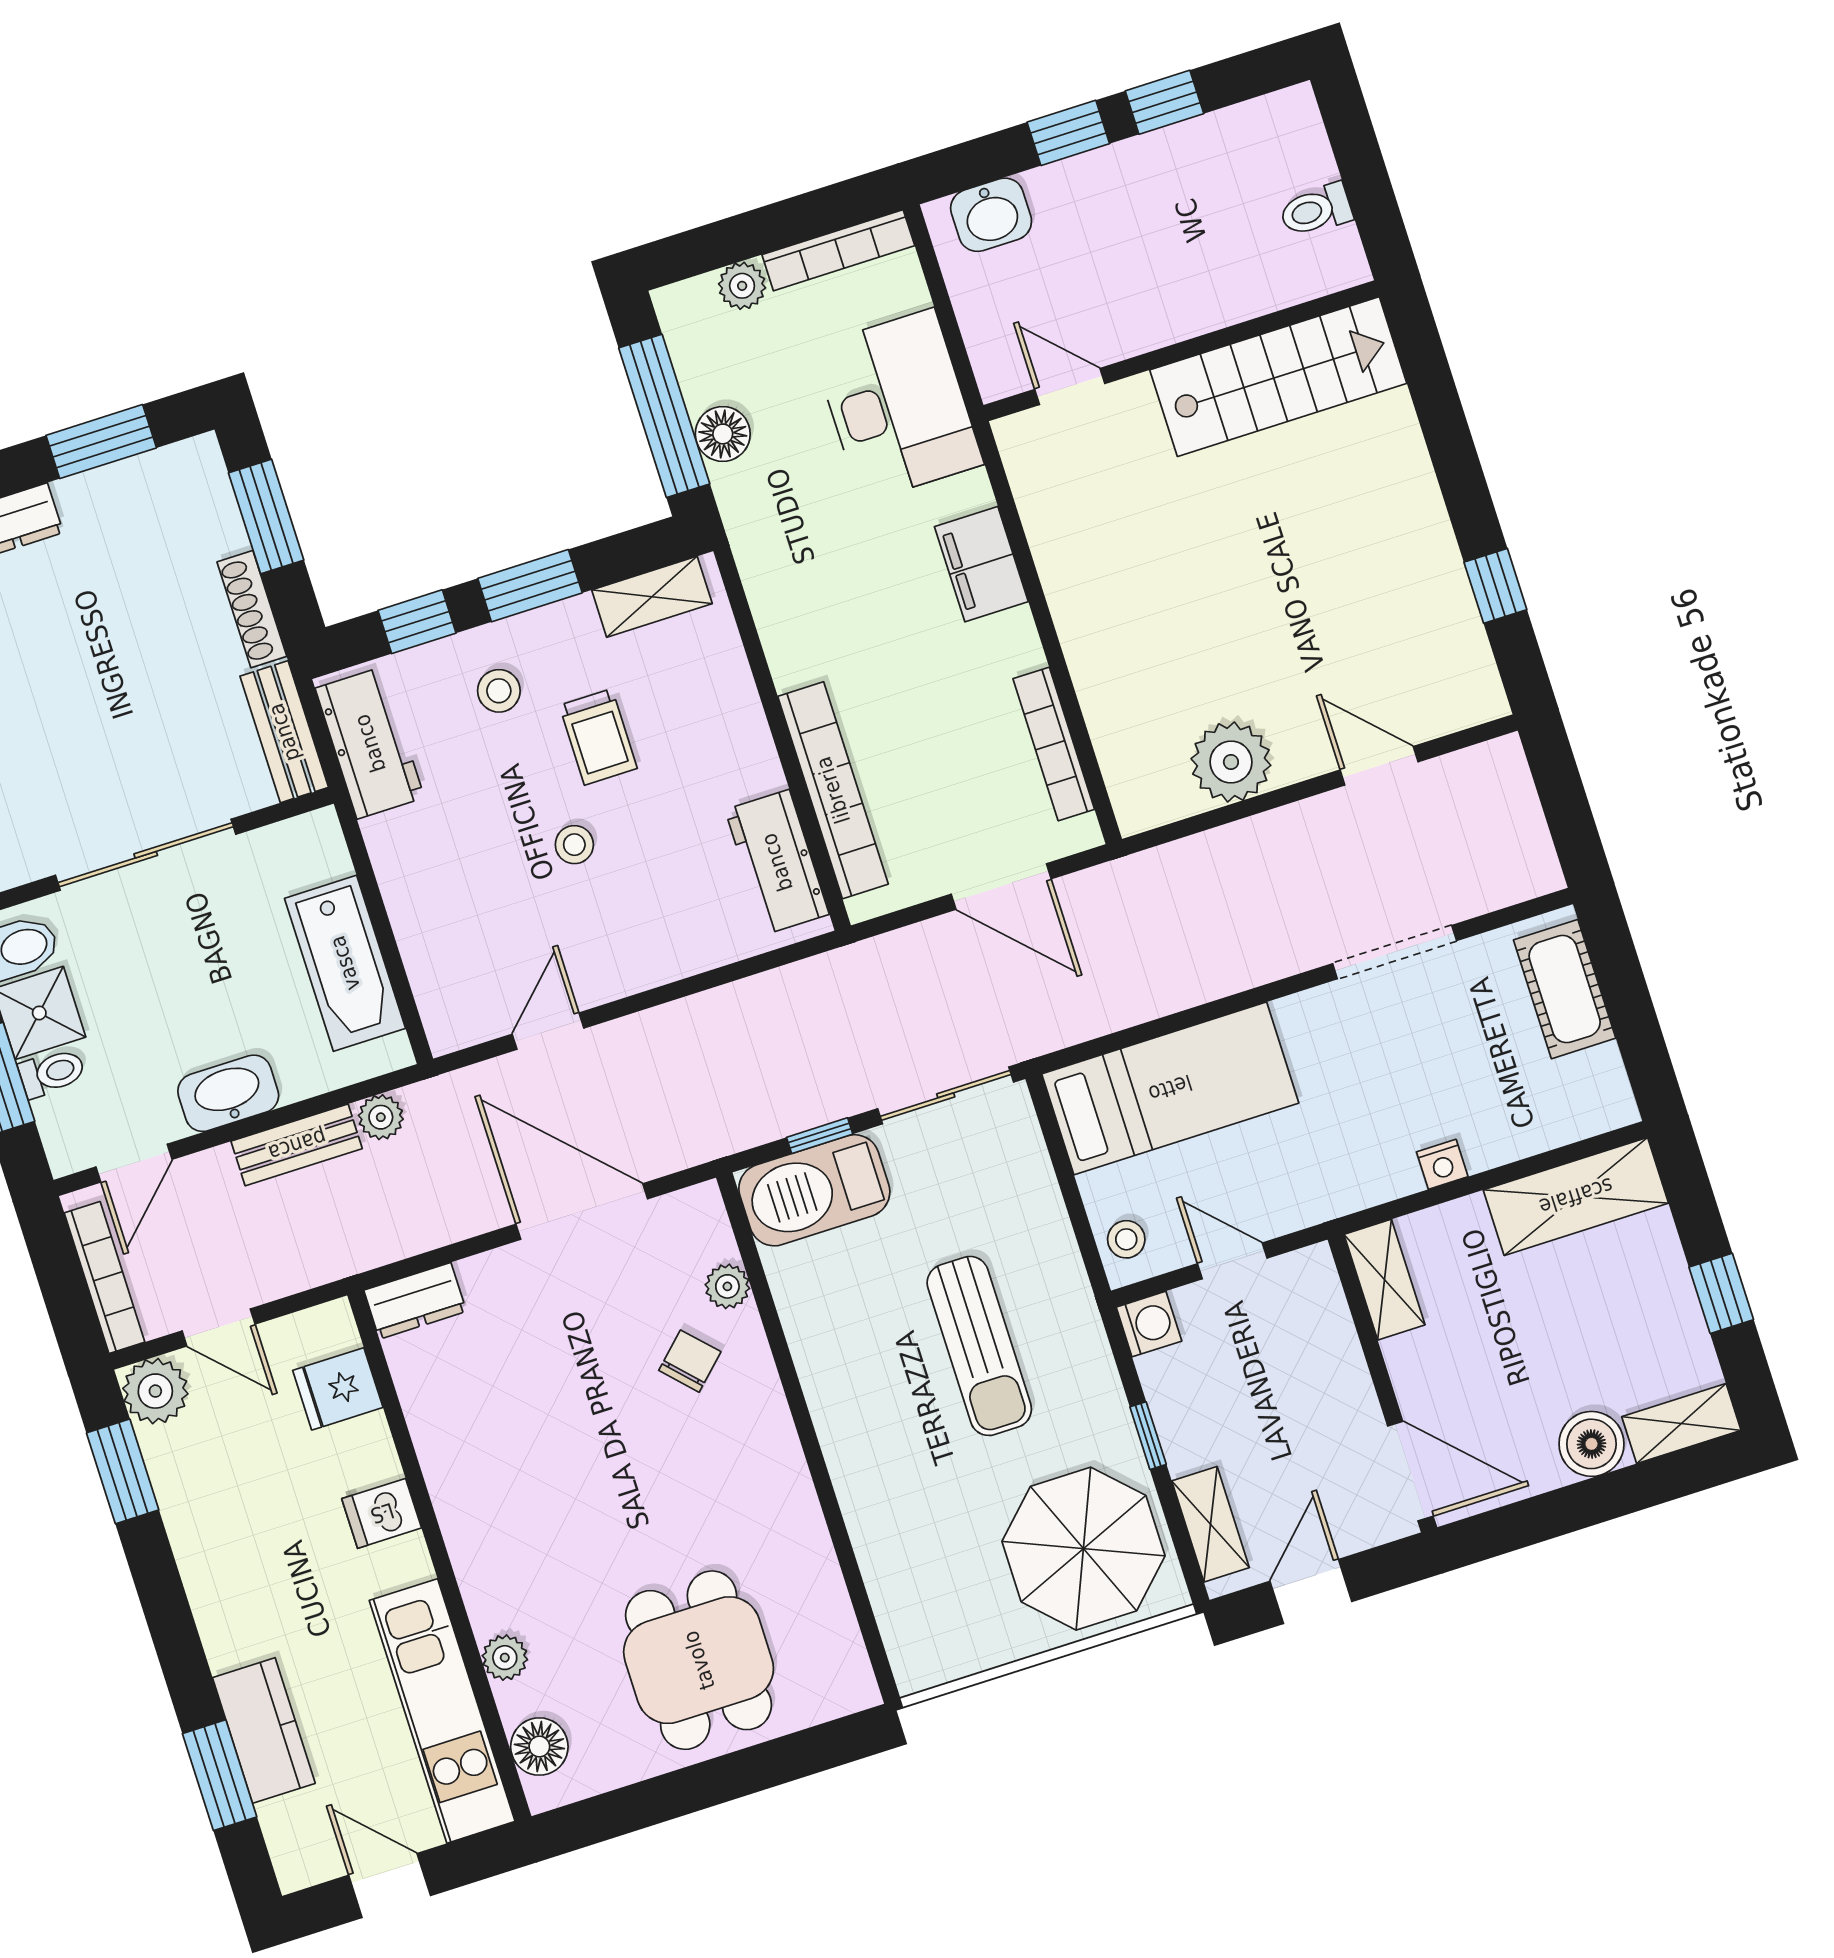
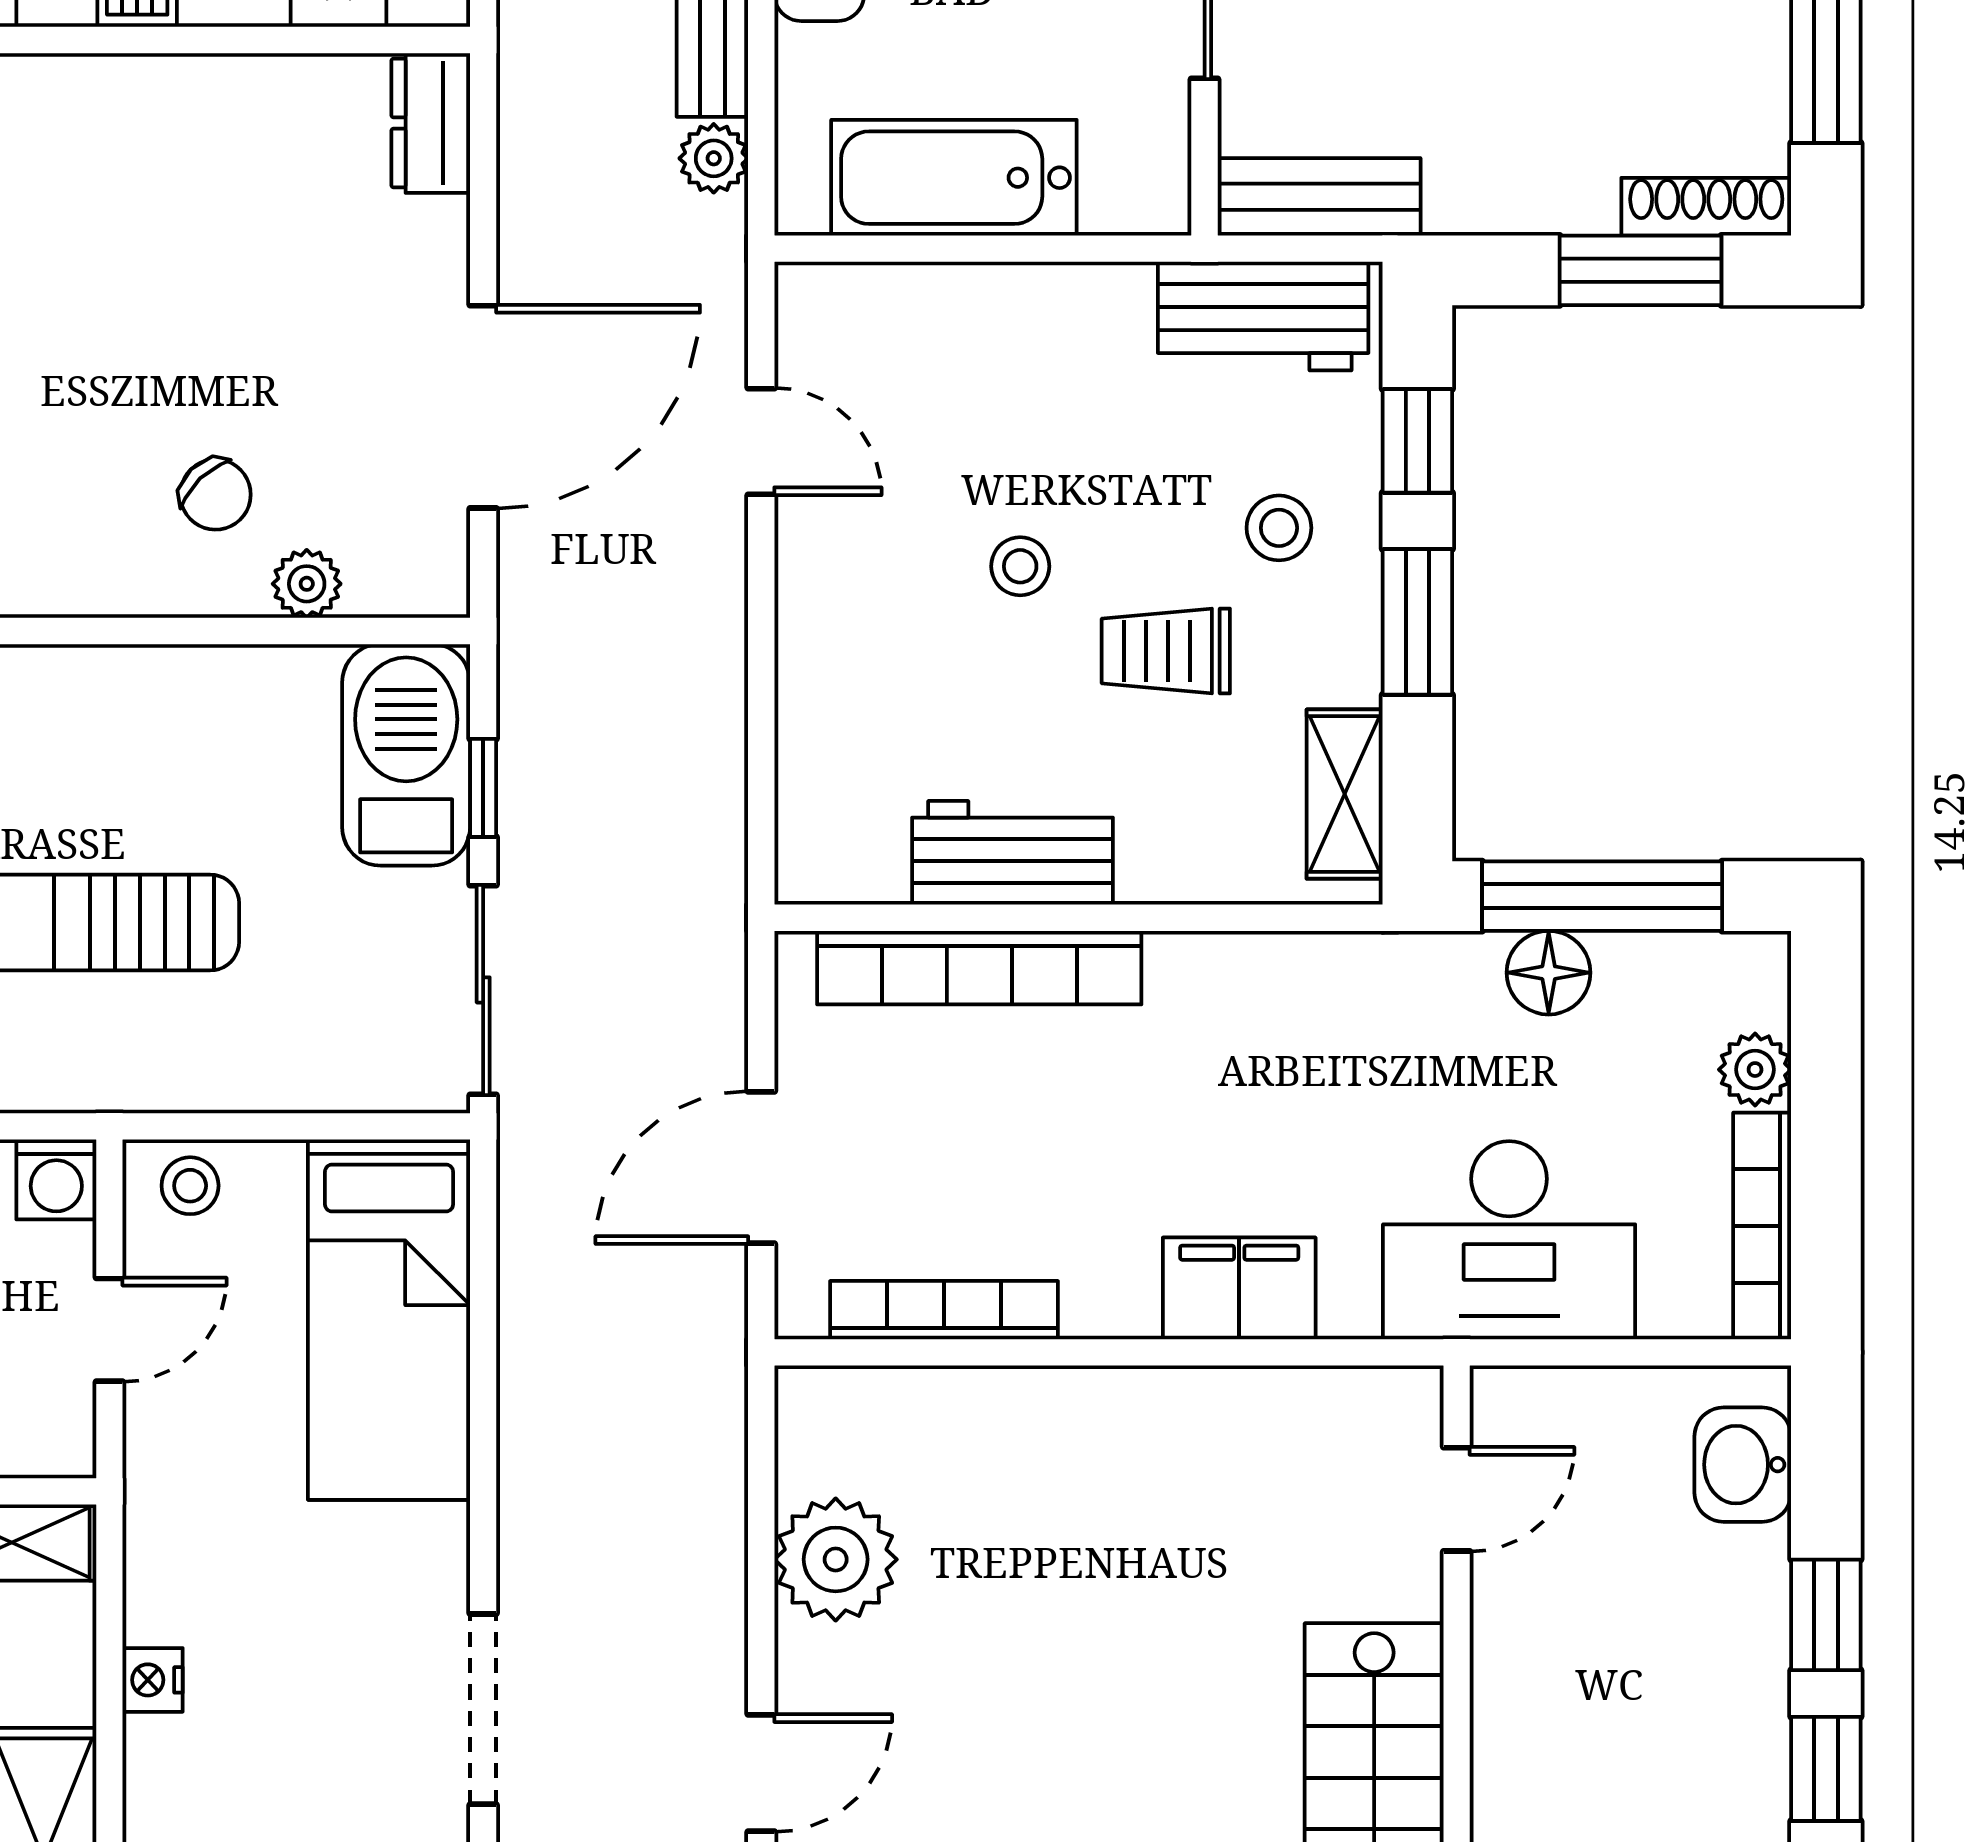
shoe rack: (252, 609) -> (1706, 207), moved
workbench: (777, 862) -> (1012, 853), moved

